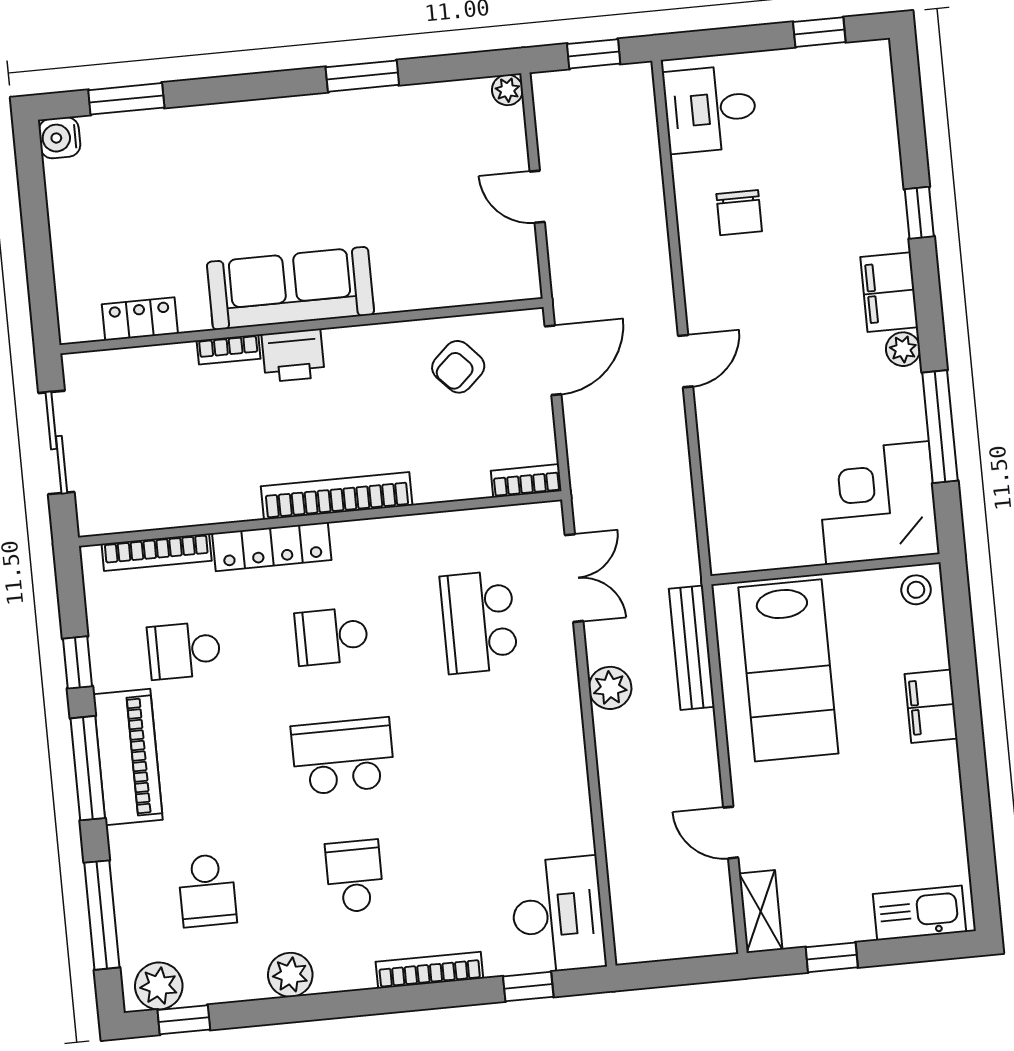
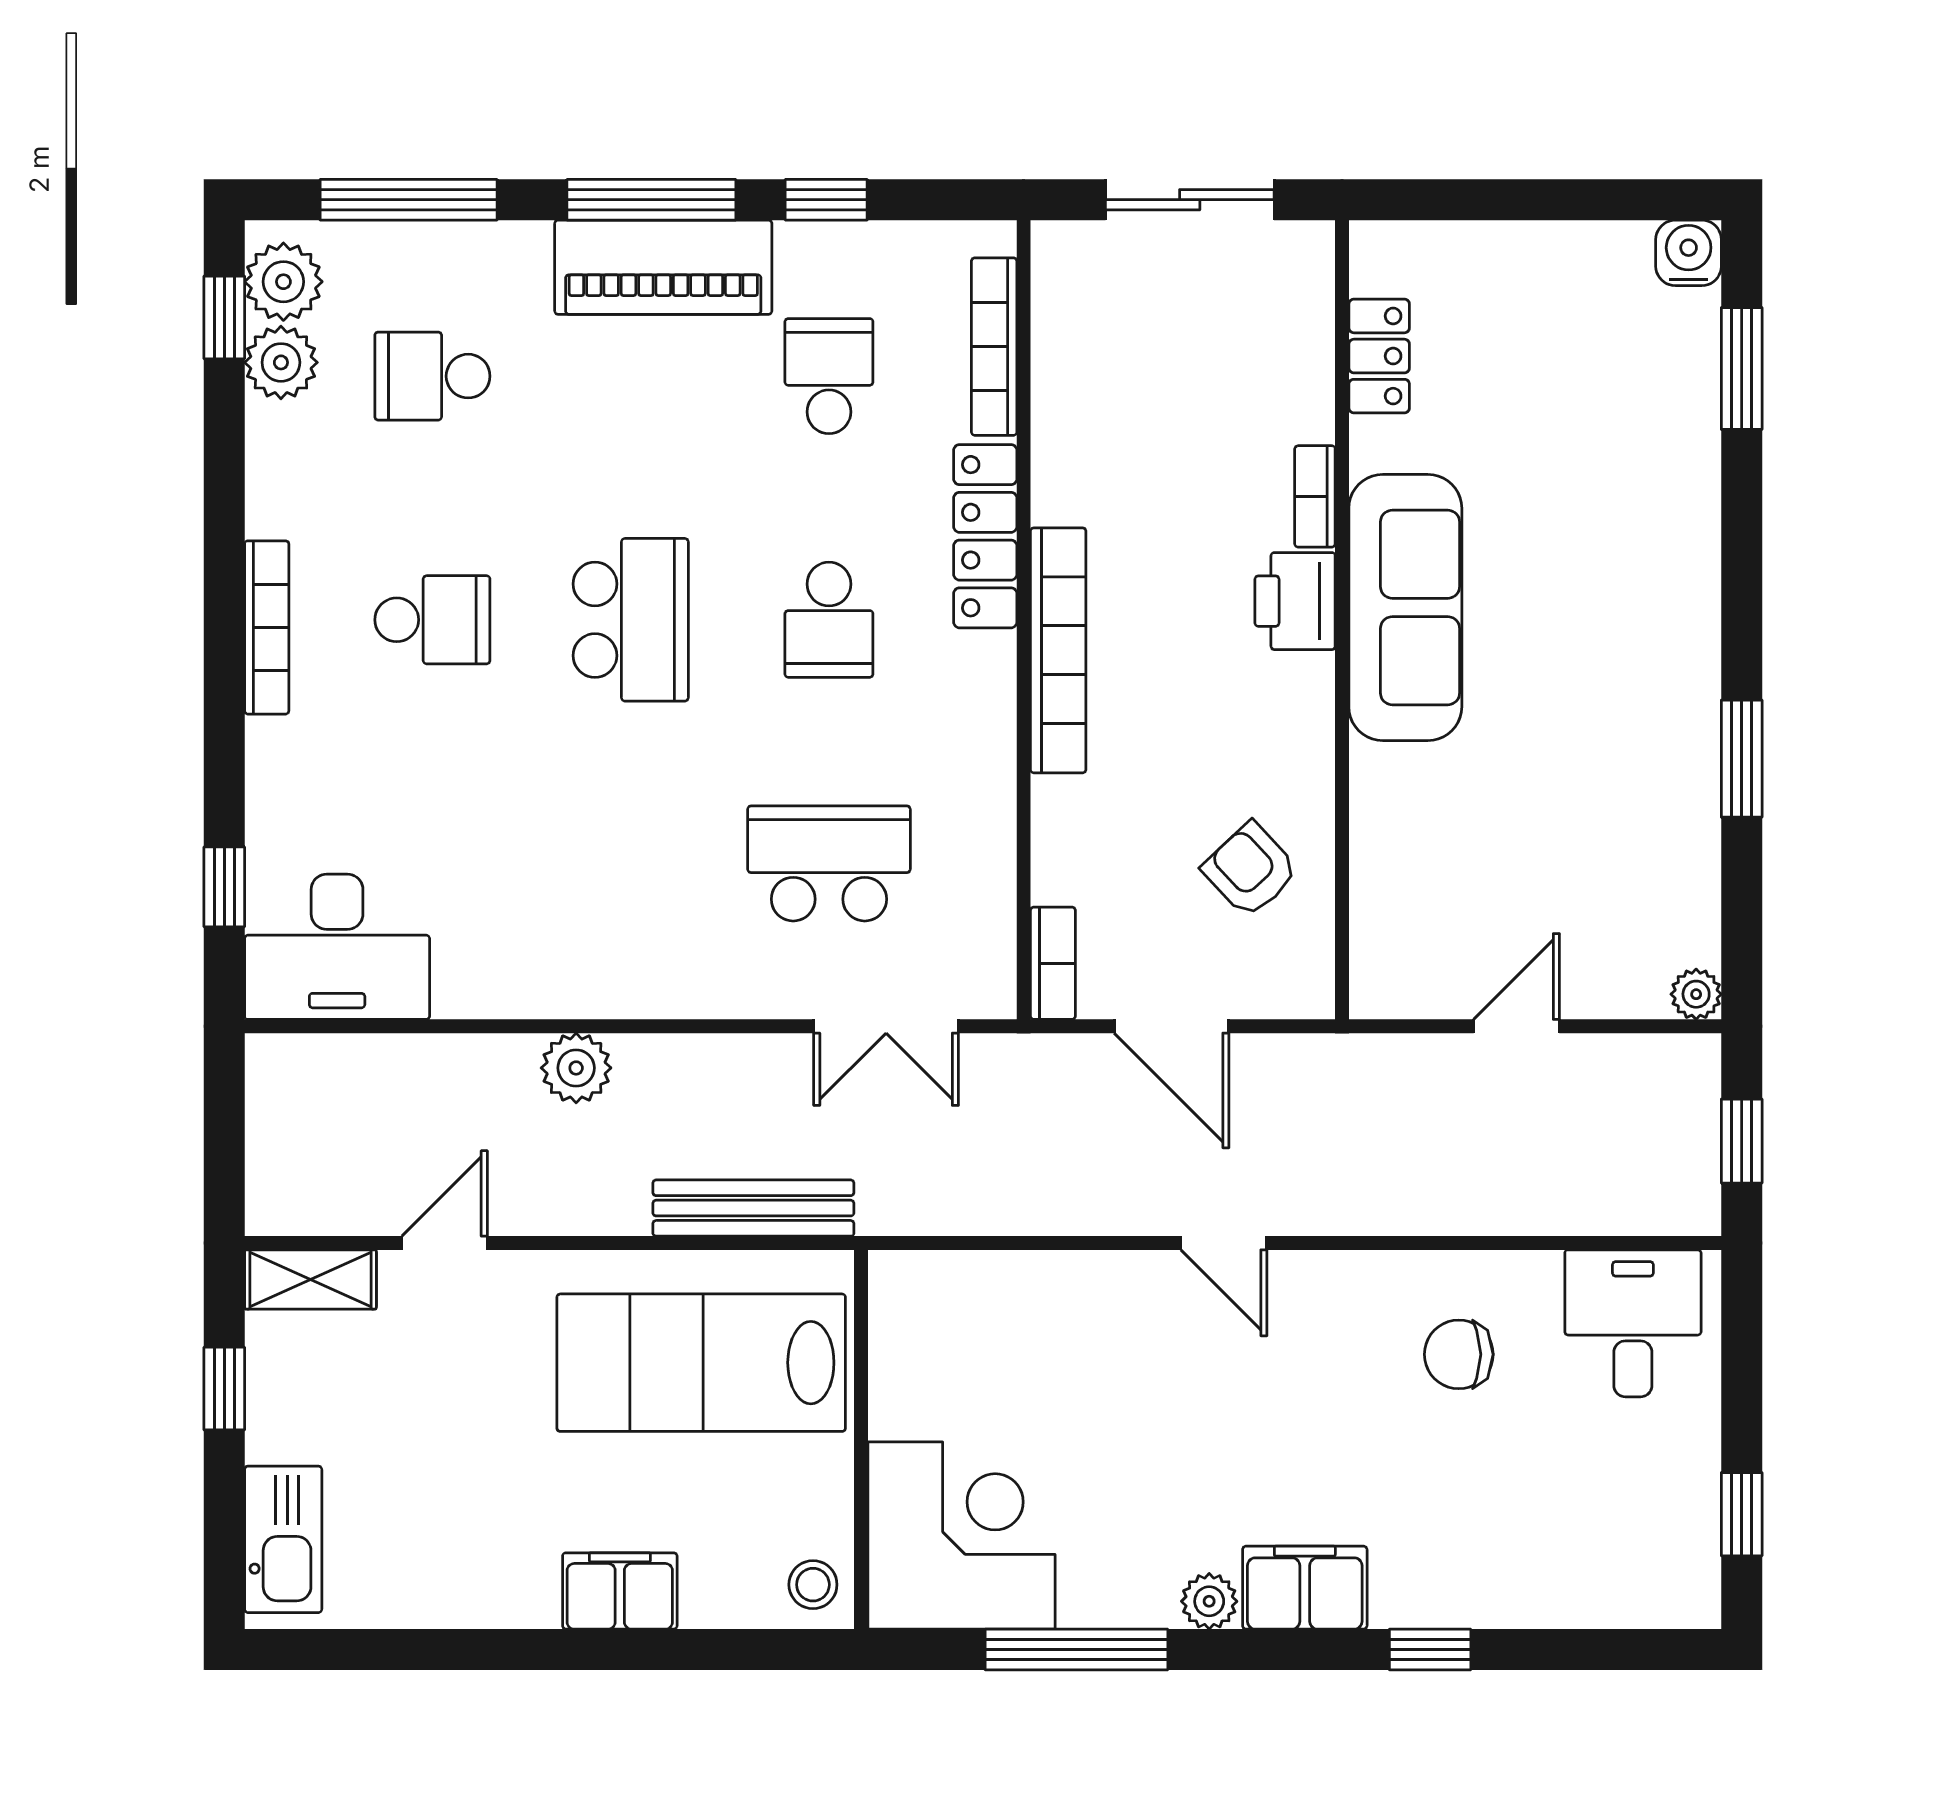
door: (553, 360) -> (1172, 1026), moved
school desk: (331, 636) -> (829, 620), turned 180
plant: (610, 688) -> (576, 1068), moved
bookcase: (429, 970) -> (267, 627), moved
plant: (290, 975) -> (281, 362), moved

